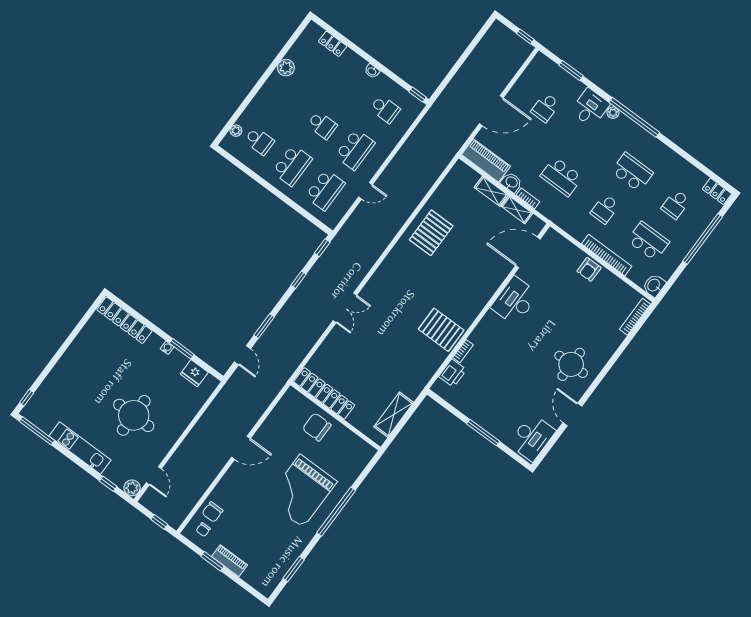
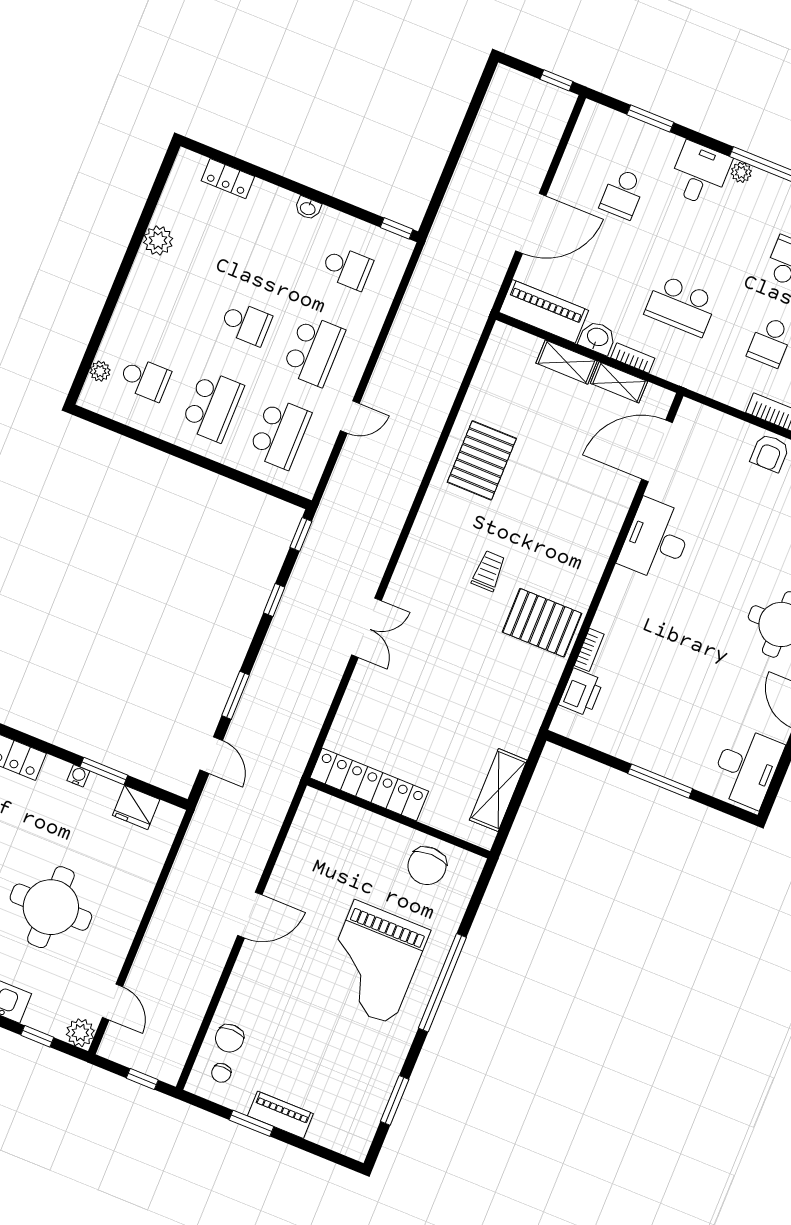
trolley: (419, 294) -> (489, 571), added
chair: (317, 427) -> (427, 866), moved, turned -90

